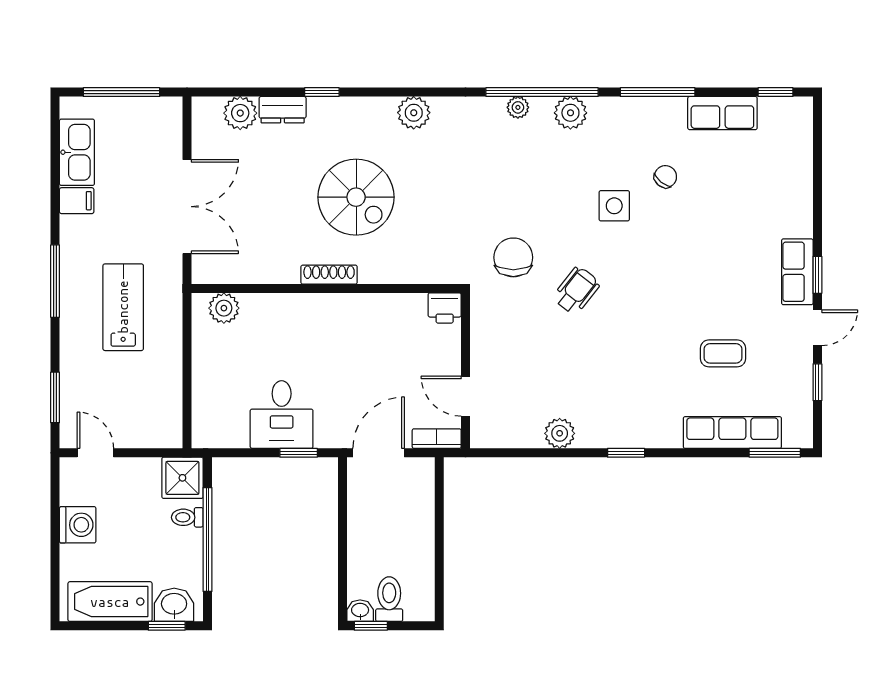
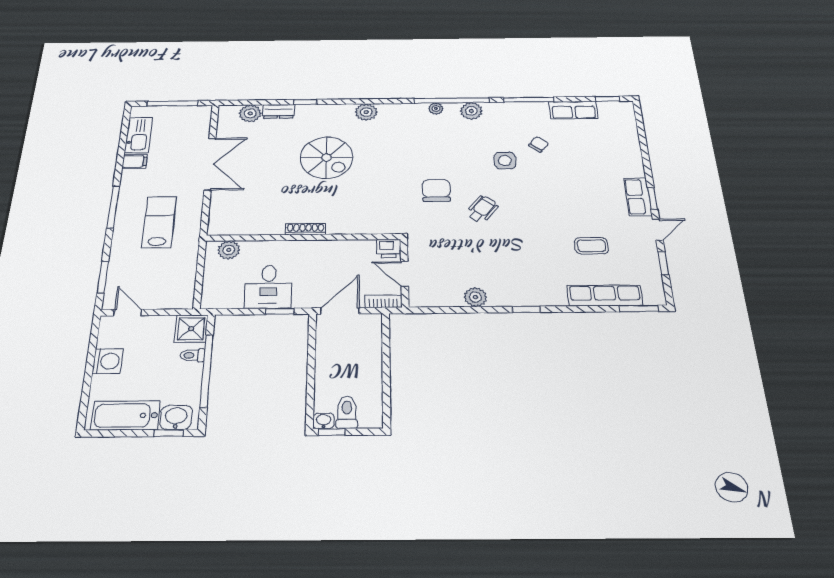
shoe rack: (329, 275) -> (306, 229), moved
wall: (326, 289) -> (303, 237), moved
plant: (224, 308) -> (229, 250), moved
printer: (445, 308) -> (389, 248), moved

